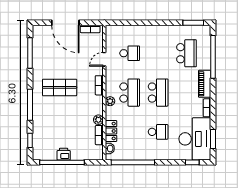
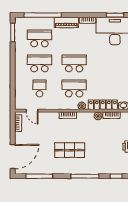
door: (65, 23) -> (13, 157), moved
door: (104, 59) -> (32, 111), moved
shop shelf: (60, 87) -> (70, 150), turned 90
locker: (111, 131) -> (103, 105), width x1.53
school desk: (158, 132) -> (39, 63), moved, width x1.85

